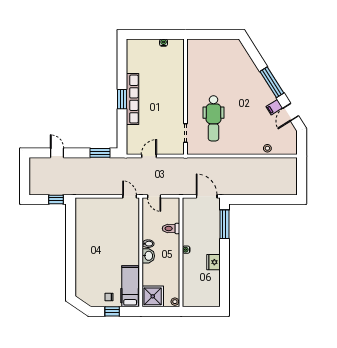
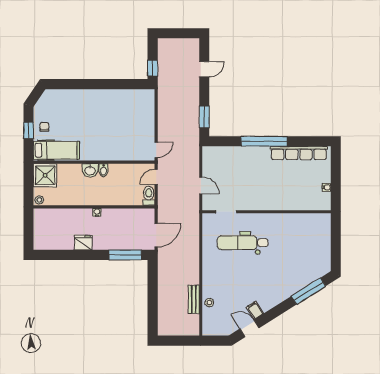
window: (272, 82) -> (309, 291), moved
window: (122, 99) -> (264, 141), width x2.11
row of seats: (133, 99) -> (299, 153), moved
door: (149, 156) -> (201, 186), moved
bench: (265, 162) -> (194, 299), added
toilet: (171, 228) -> (149, 196), moved

